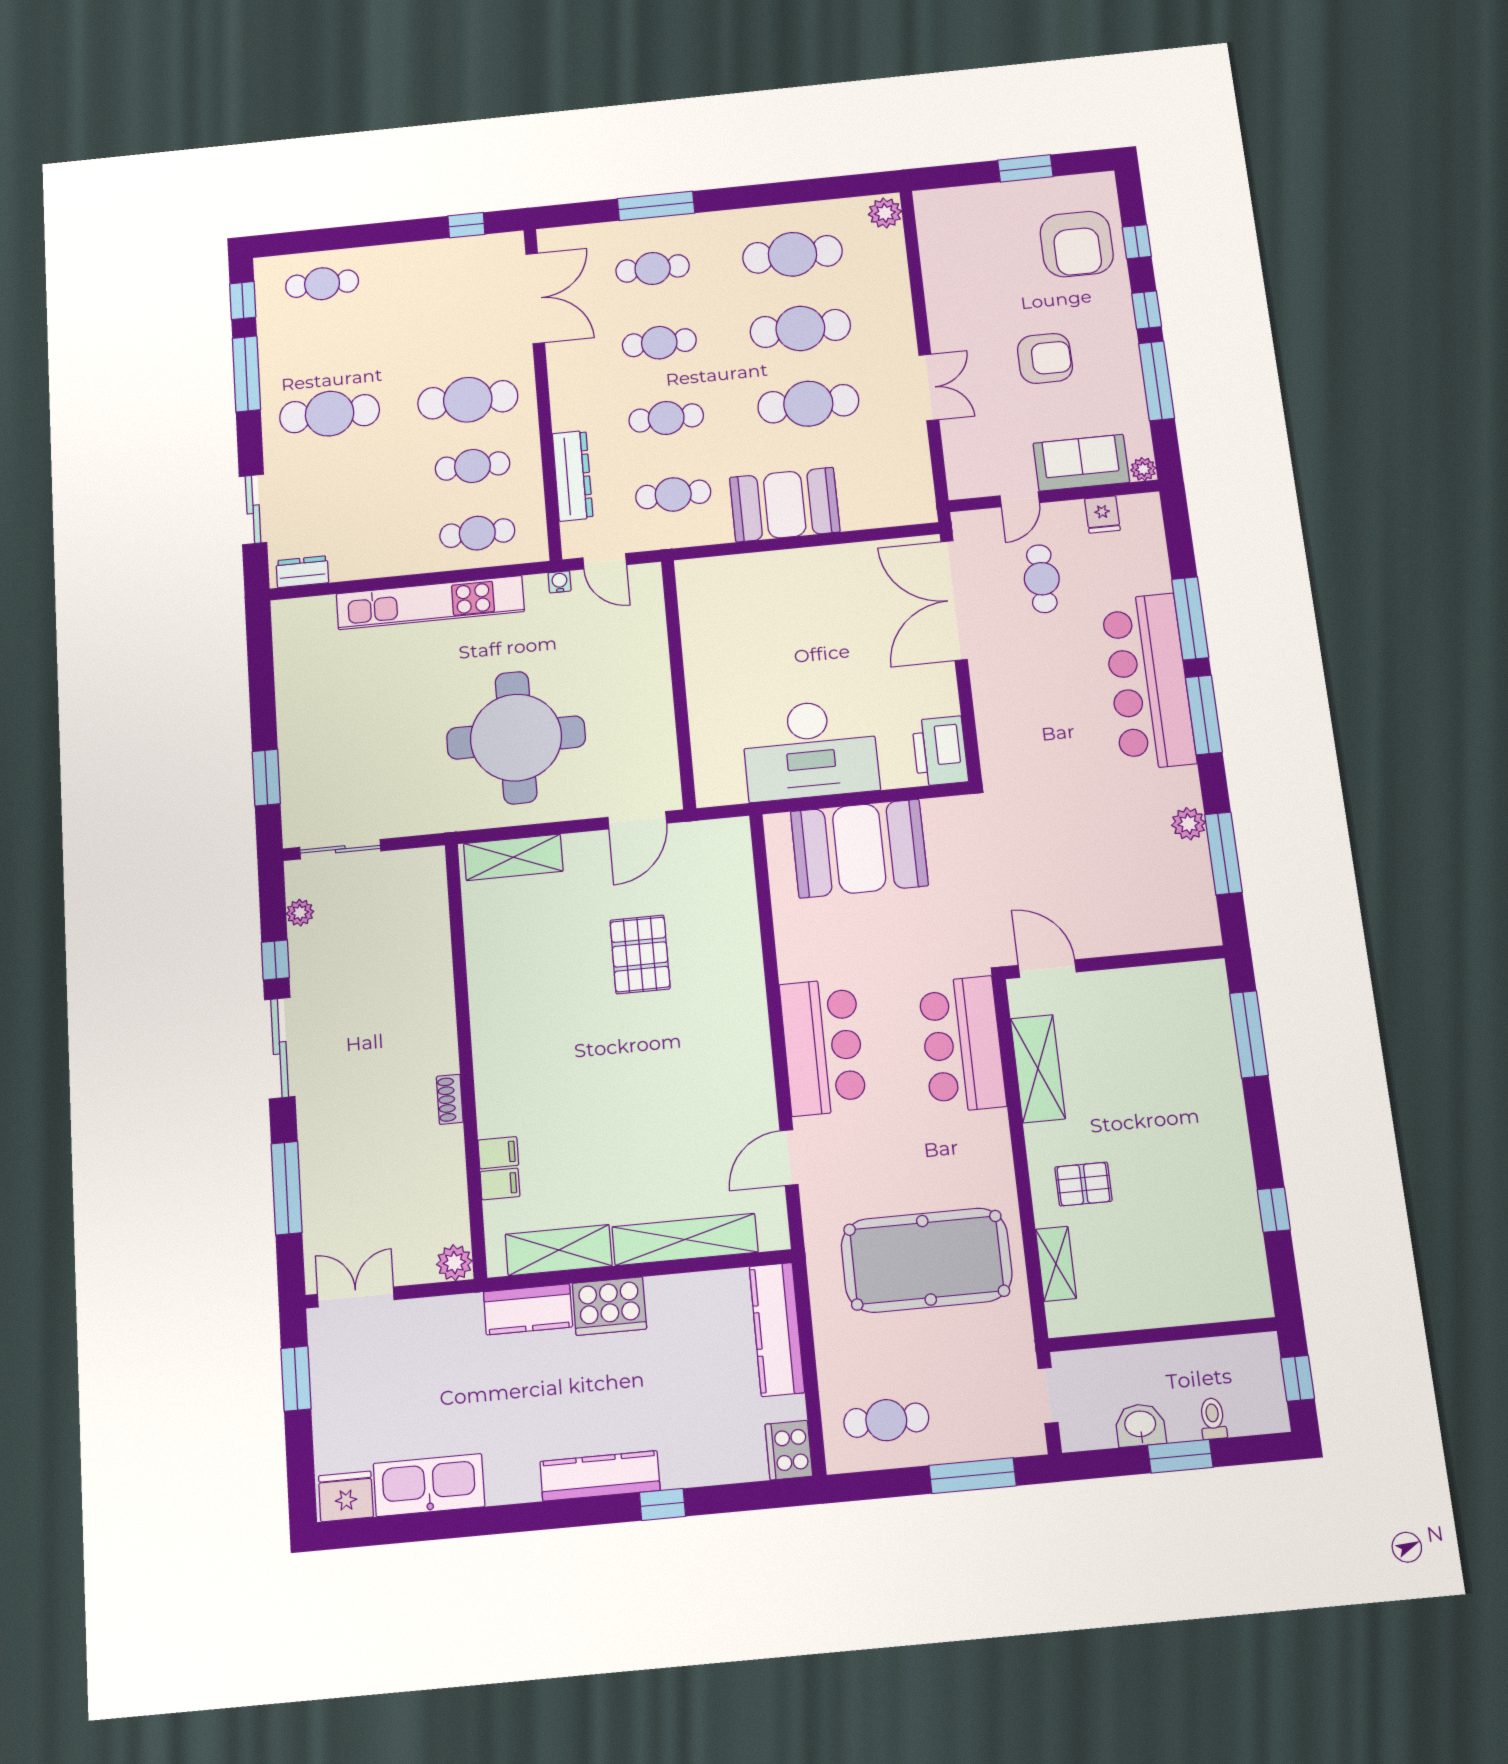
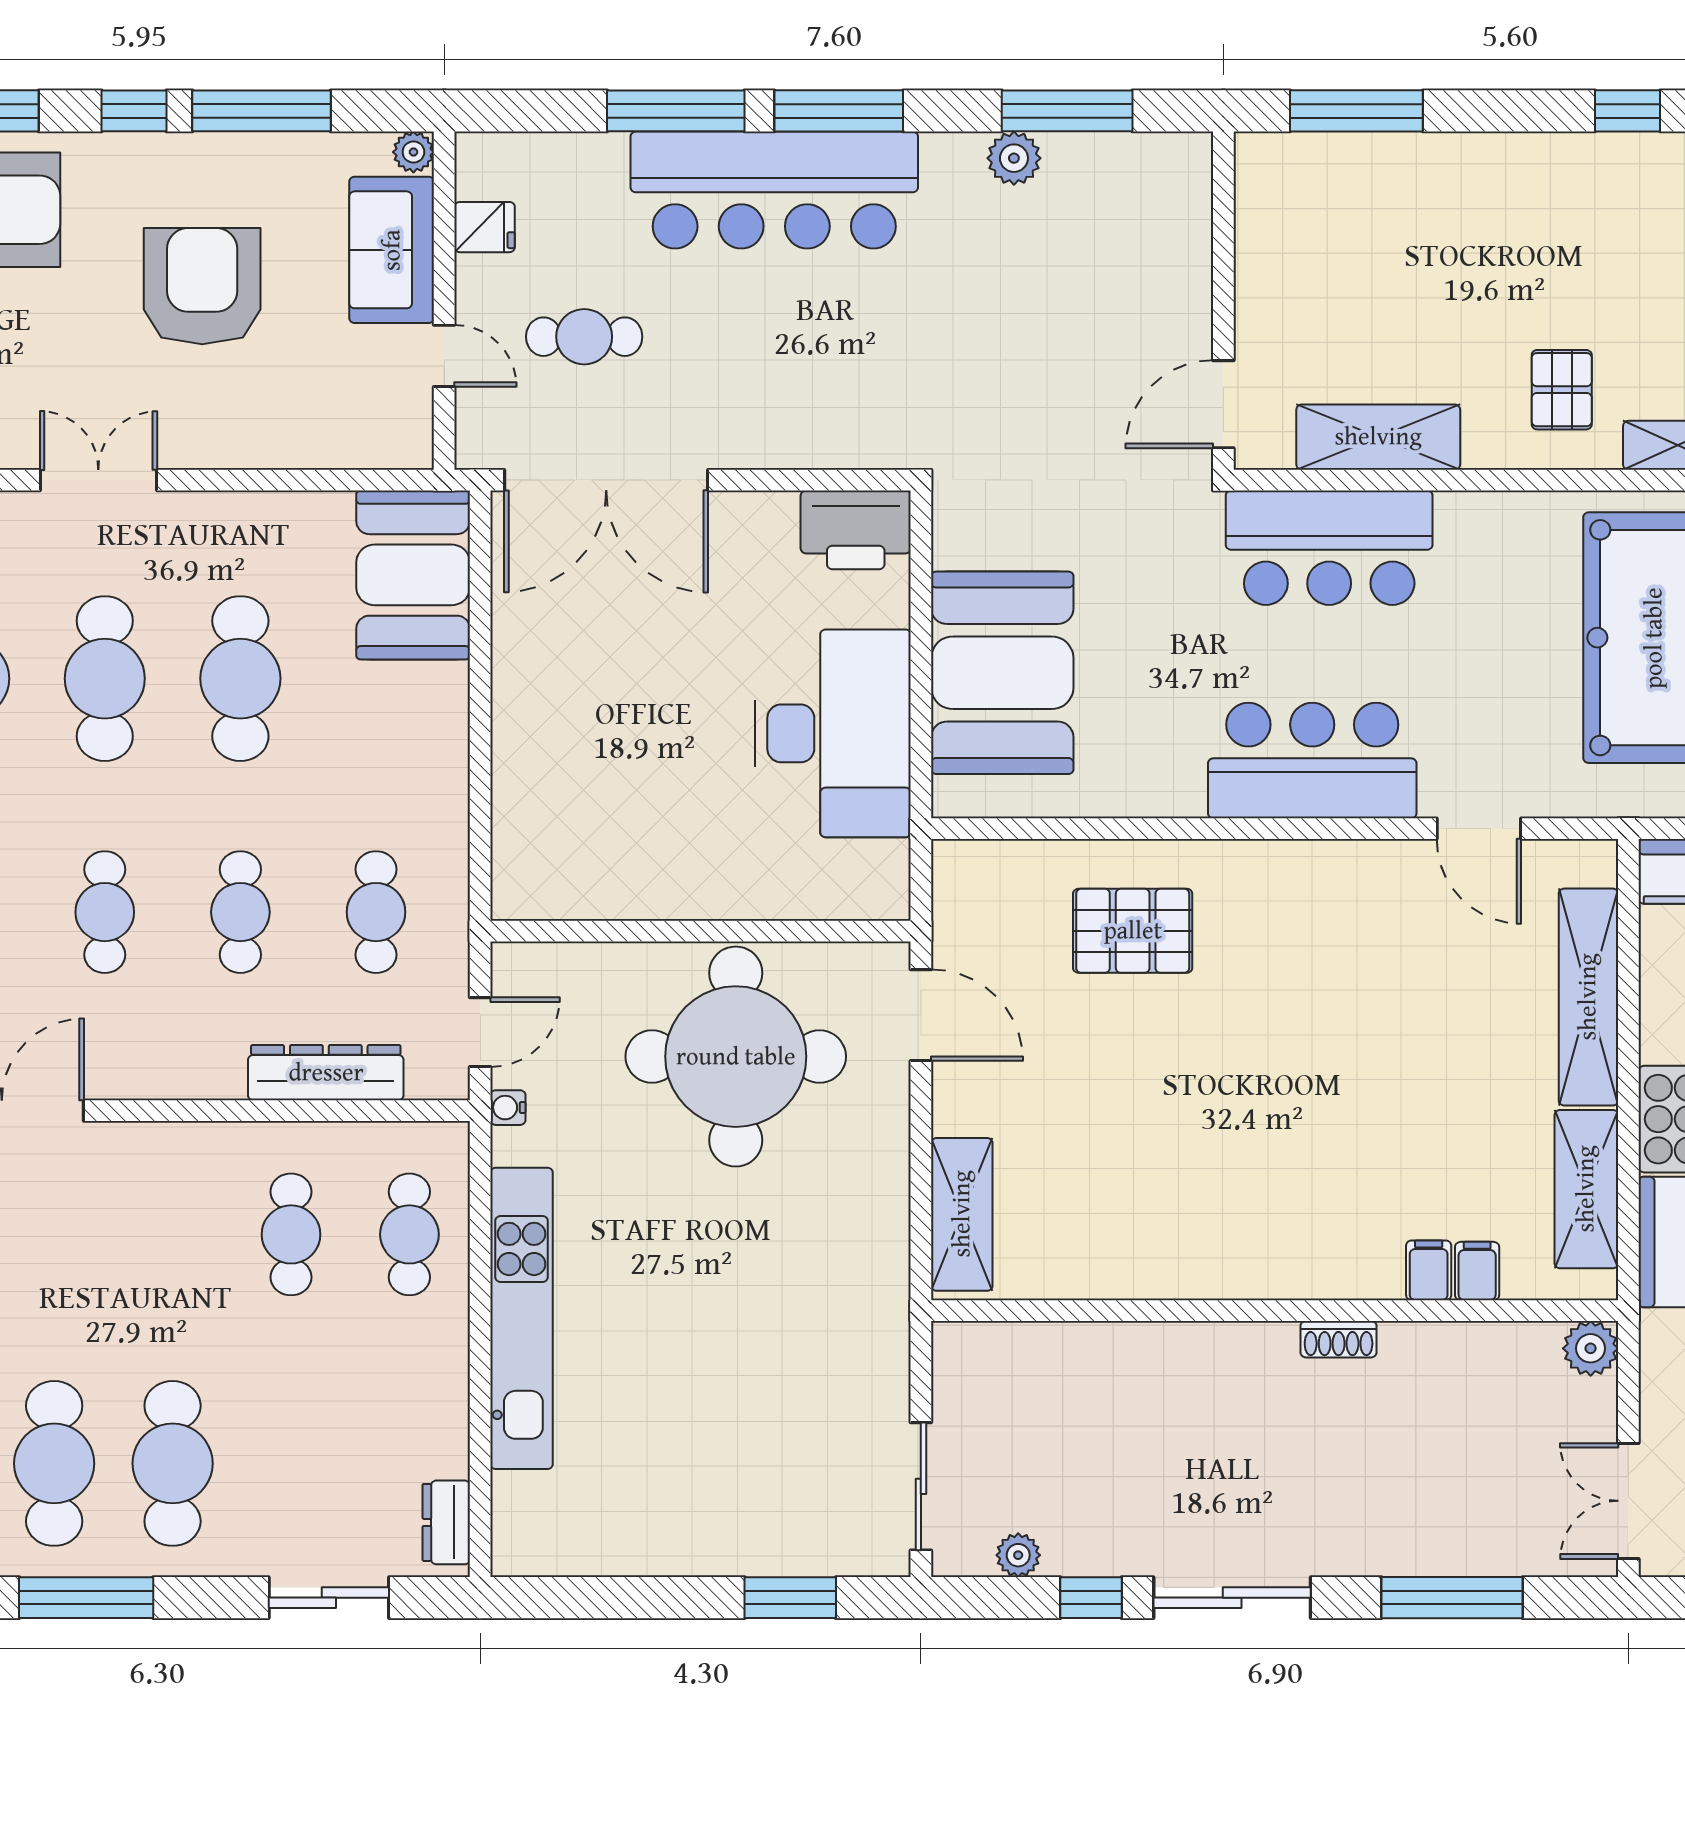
armchair: (1045, 358) -> (202, 286), width x1.36, depth x1.36
double door: (929, 387) -> (98, 480), moved
cafe table: (468, 400) -> (54, 1463), moved
booth: (785, 505) -> (413, 575), moved
round table: (516, 738) -> (736, 1057), moved
pallet: (640, 954) -> (1133, 931), moved

